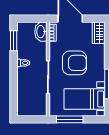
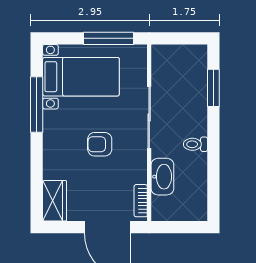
washbasin: (41, 32) -> (162, 177), moved
window: (14, 41) -> (213, 88), moved
armchair: (74, 63) -> (100, 144), width x0.53, depth x0.53

